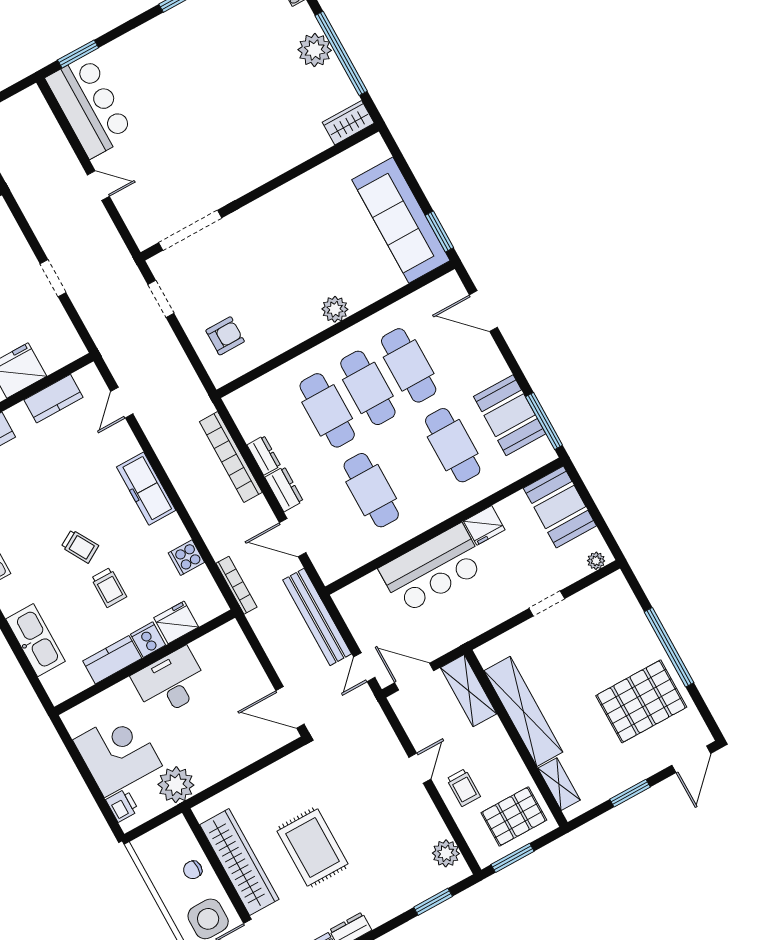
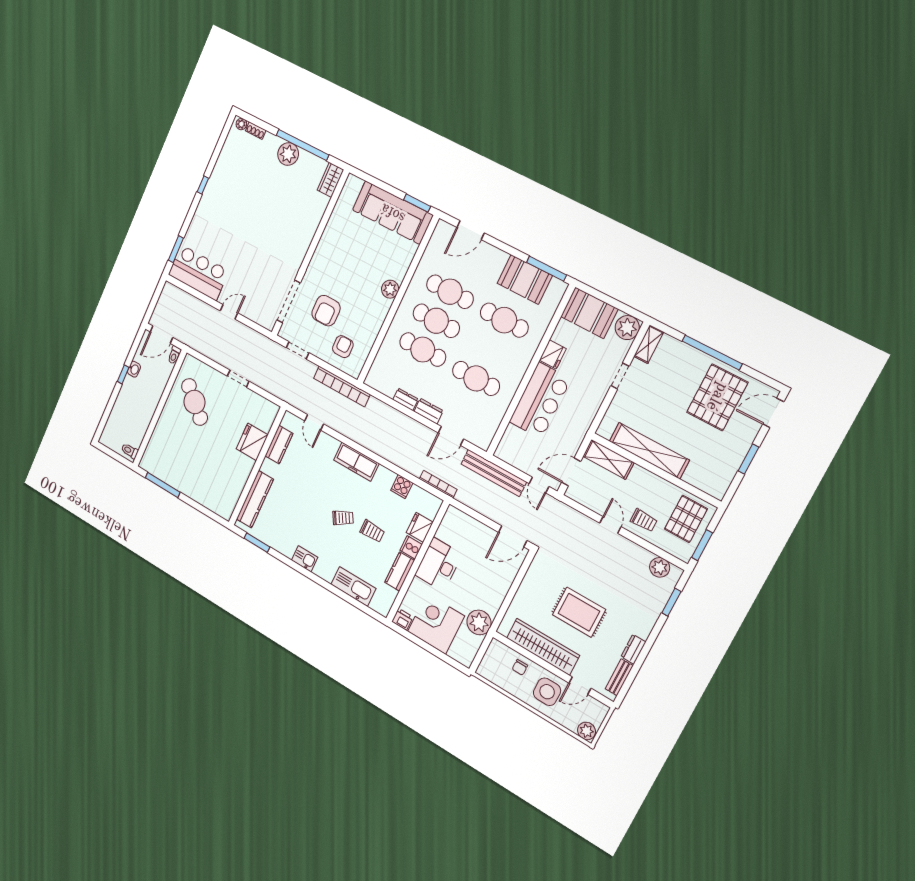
armchair: (233, 277) -> (326, 311), added
bookcase: (231, 457) -> (342, 386), moved
plant: (596, 561) -> (627, 328), width x1.88, depth x1.88
door: (691, 759) -> (773, 413), swing flipped
shelving: (559, 784) -> (649, 344), moved, turned 90
printer: (122, 805) -> (402, 619), moved

